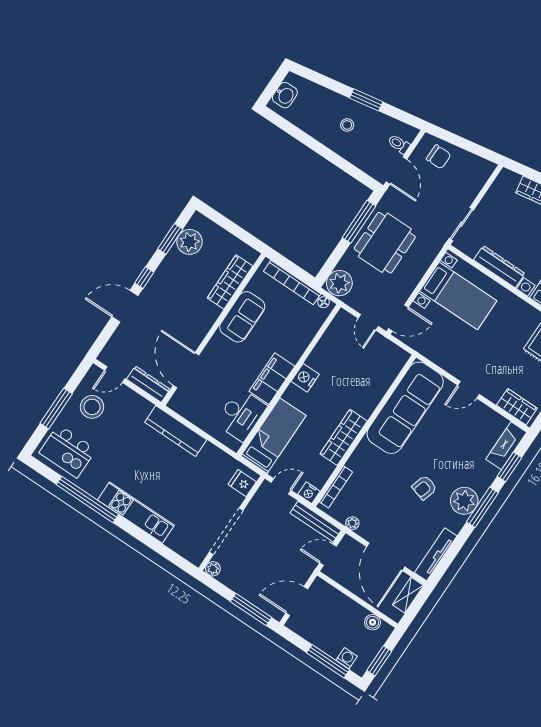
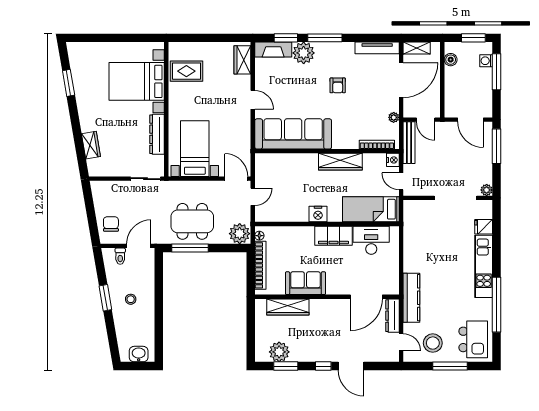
kitchen counter: (176, 431) -> (411, 298), moved
fridge: (242, 483) -> (484, 227), moved, turned 90
armchair: (424, 488) -> (338, 85), turned 74
plant: (464, 501) -> (304, 53), moved

